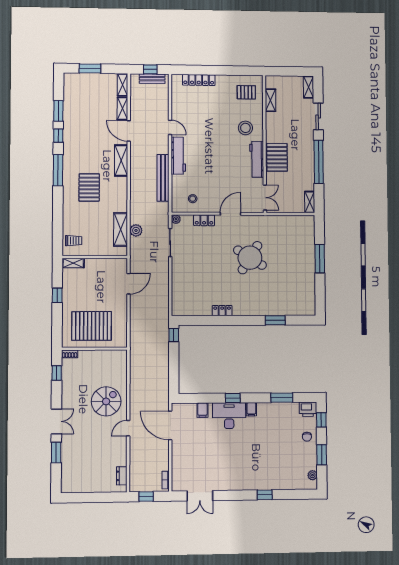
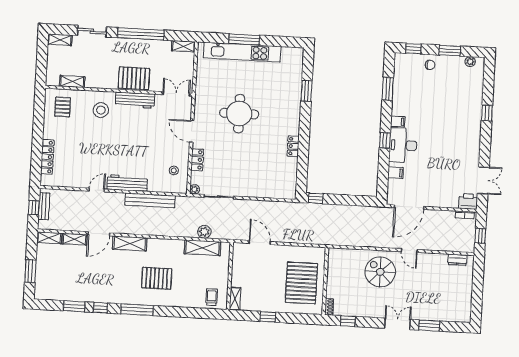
kitchen unit: (308, 257) -> (242, 52), added
round table: (250, 258) -> (239, 114), turned -32
printer: (308, 409) -> (468, 201), moved, turned -90

